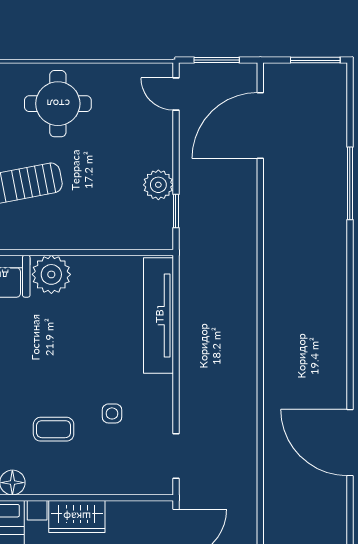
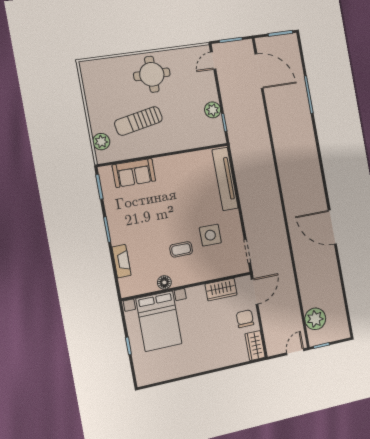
door: (176, 94) -> (213, 61), hinge flipped
door: (260, 125) -> (259, 71), swing flipped
plant: (51, 274) -> (165, 167), removed
side table: (112, 413) -> (210, 235), width x1.87, depth x1.87
wardrobe: (77, 517) -> (221, 290), moved

